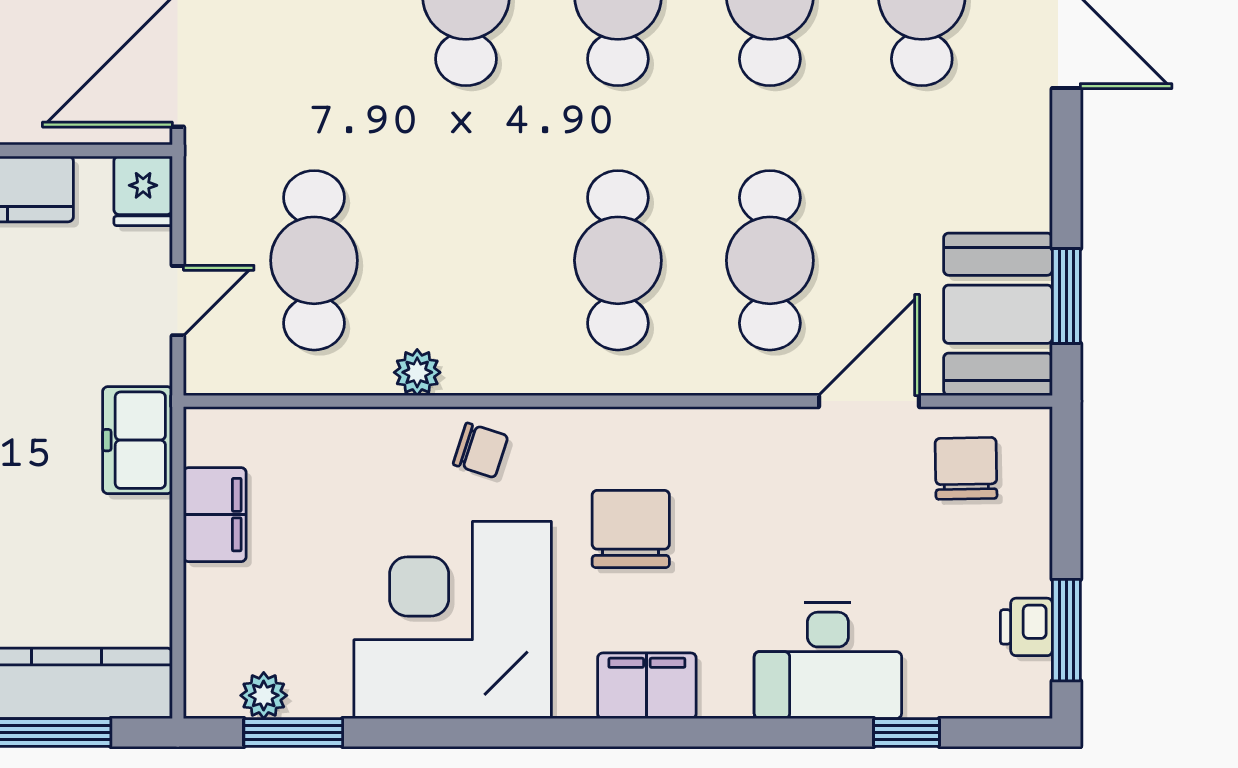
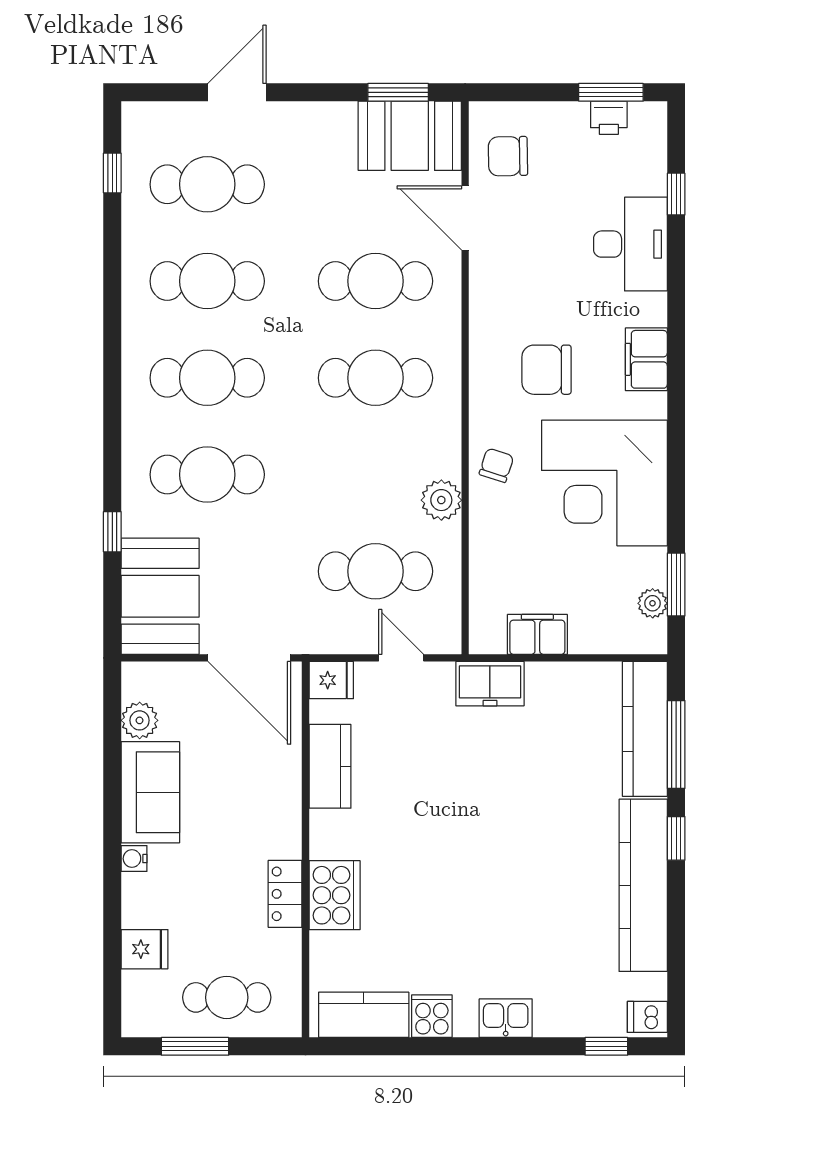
plant: (417, 372) -> (441, 500), width x1.38, depth x1.38

